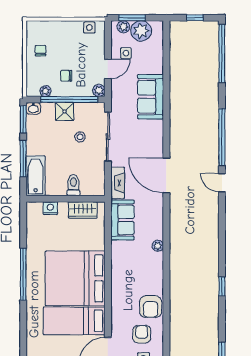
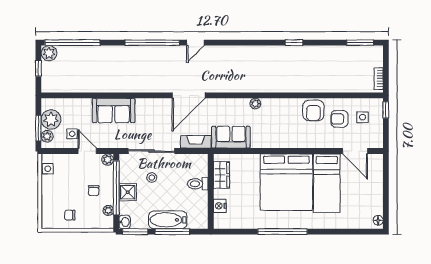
plant: (211, 29) -> (49, 53), added
bathtub: (36, 176) -> (168, 220), moved
armchair: (151, 307) -> (313, 110), turned 90

